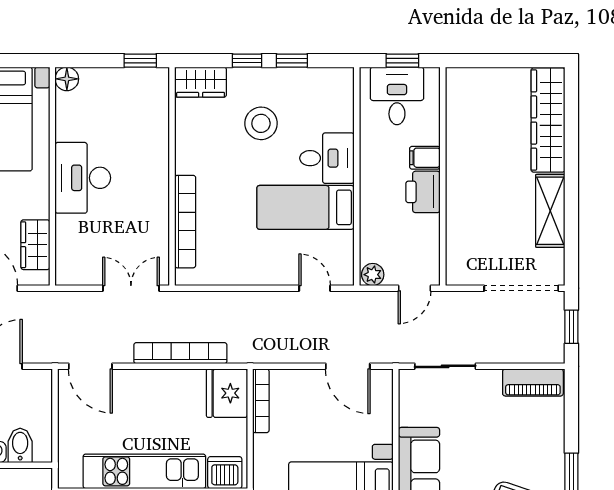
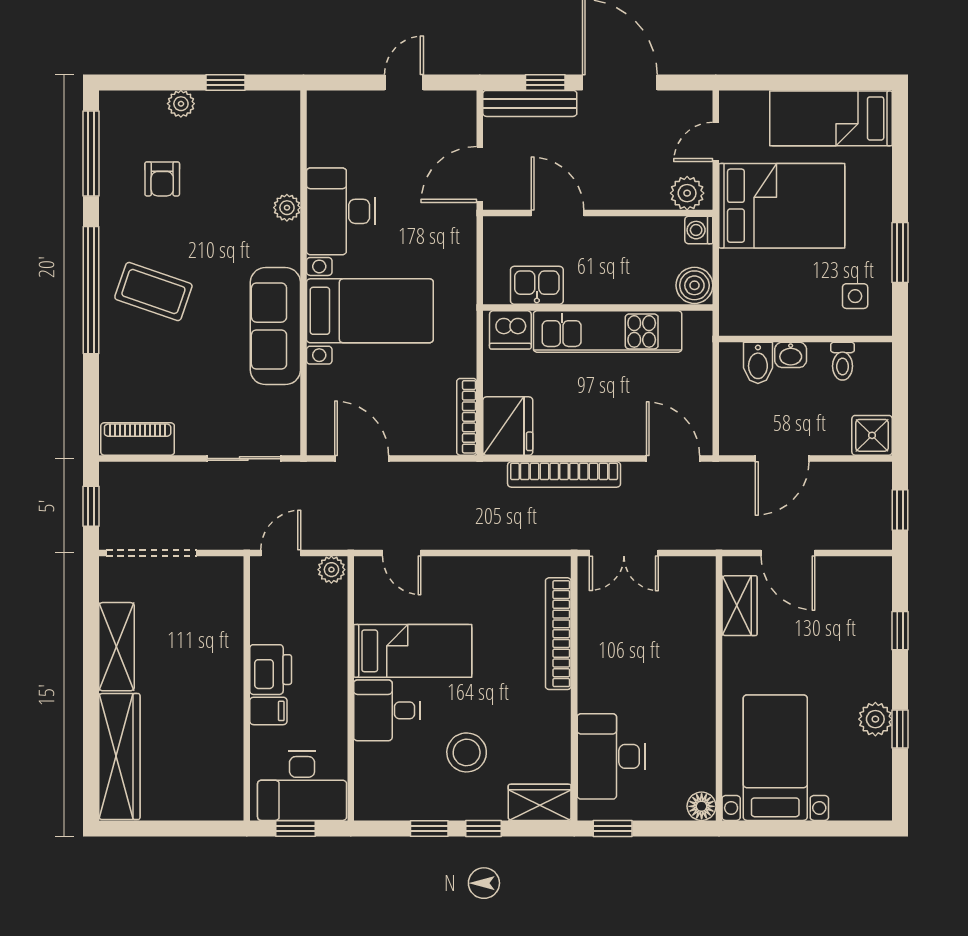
desk: (397, 96) -> (302, 786), width x1.37
desk: (83, 178) -> (611, 756), moved, turned 180

